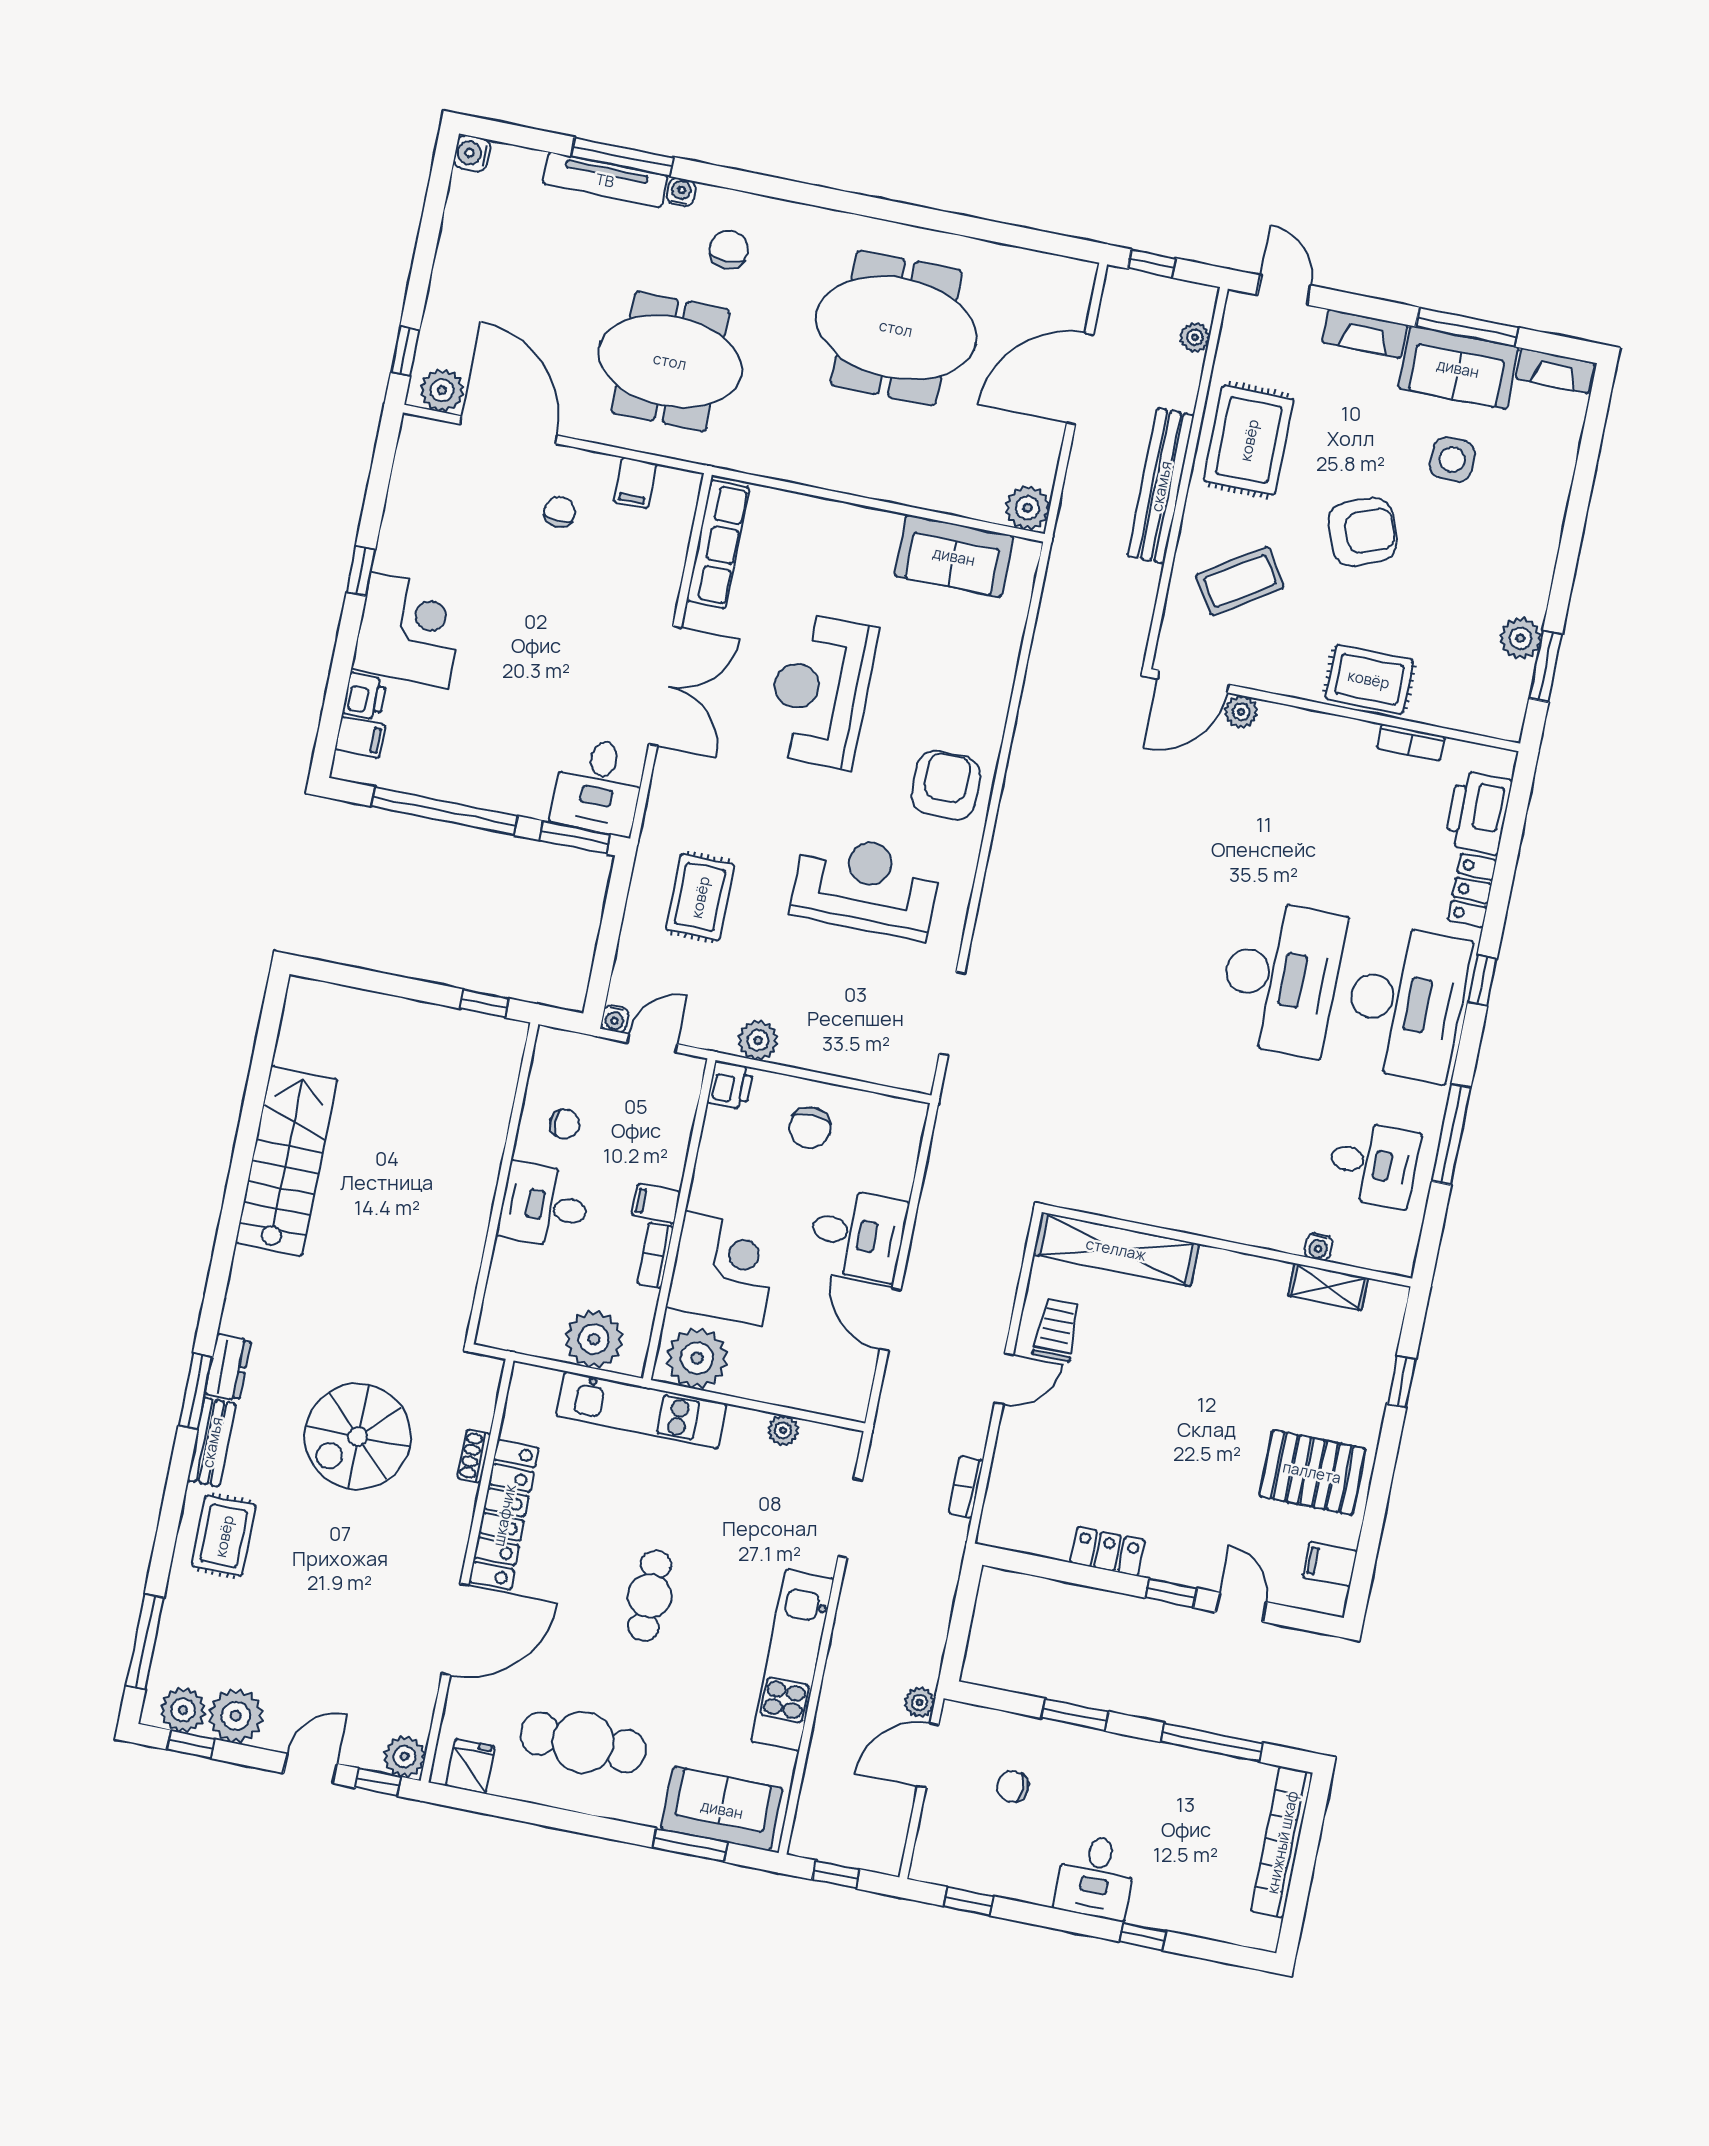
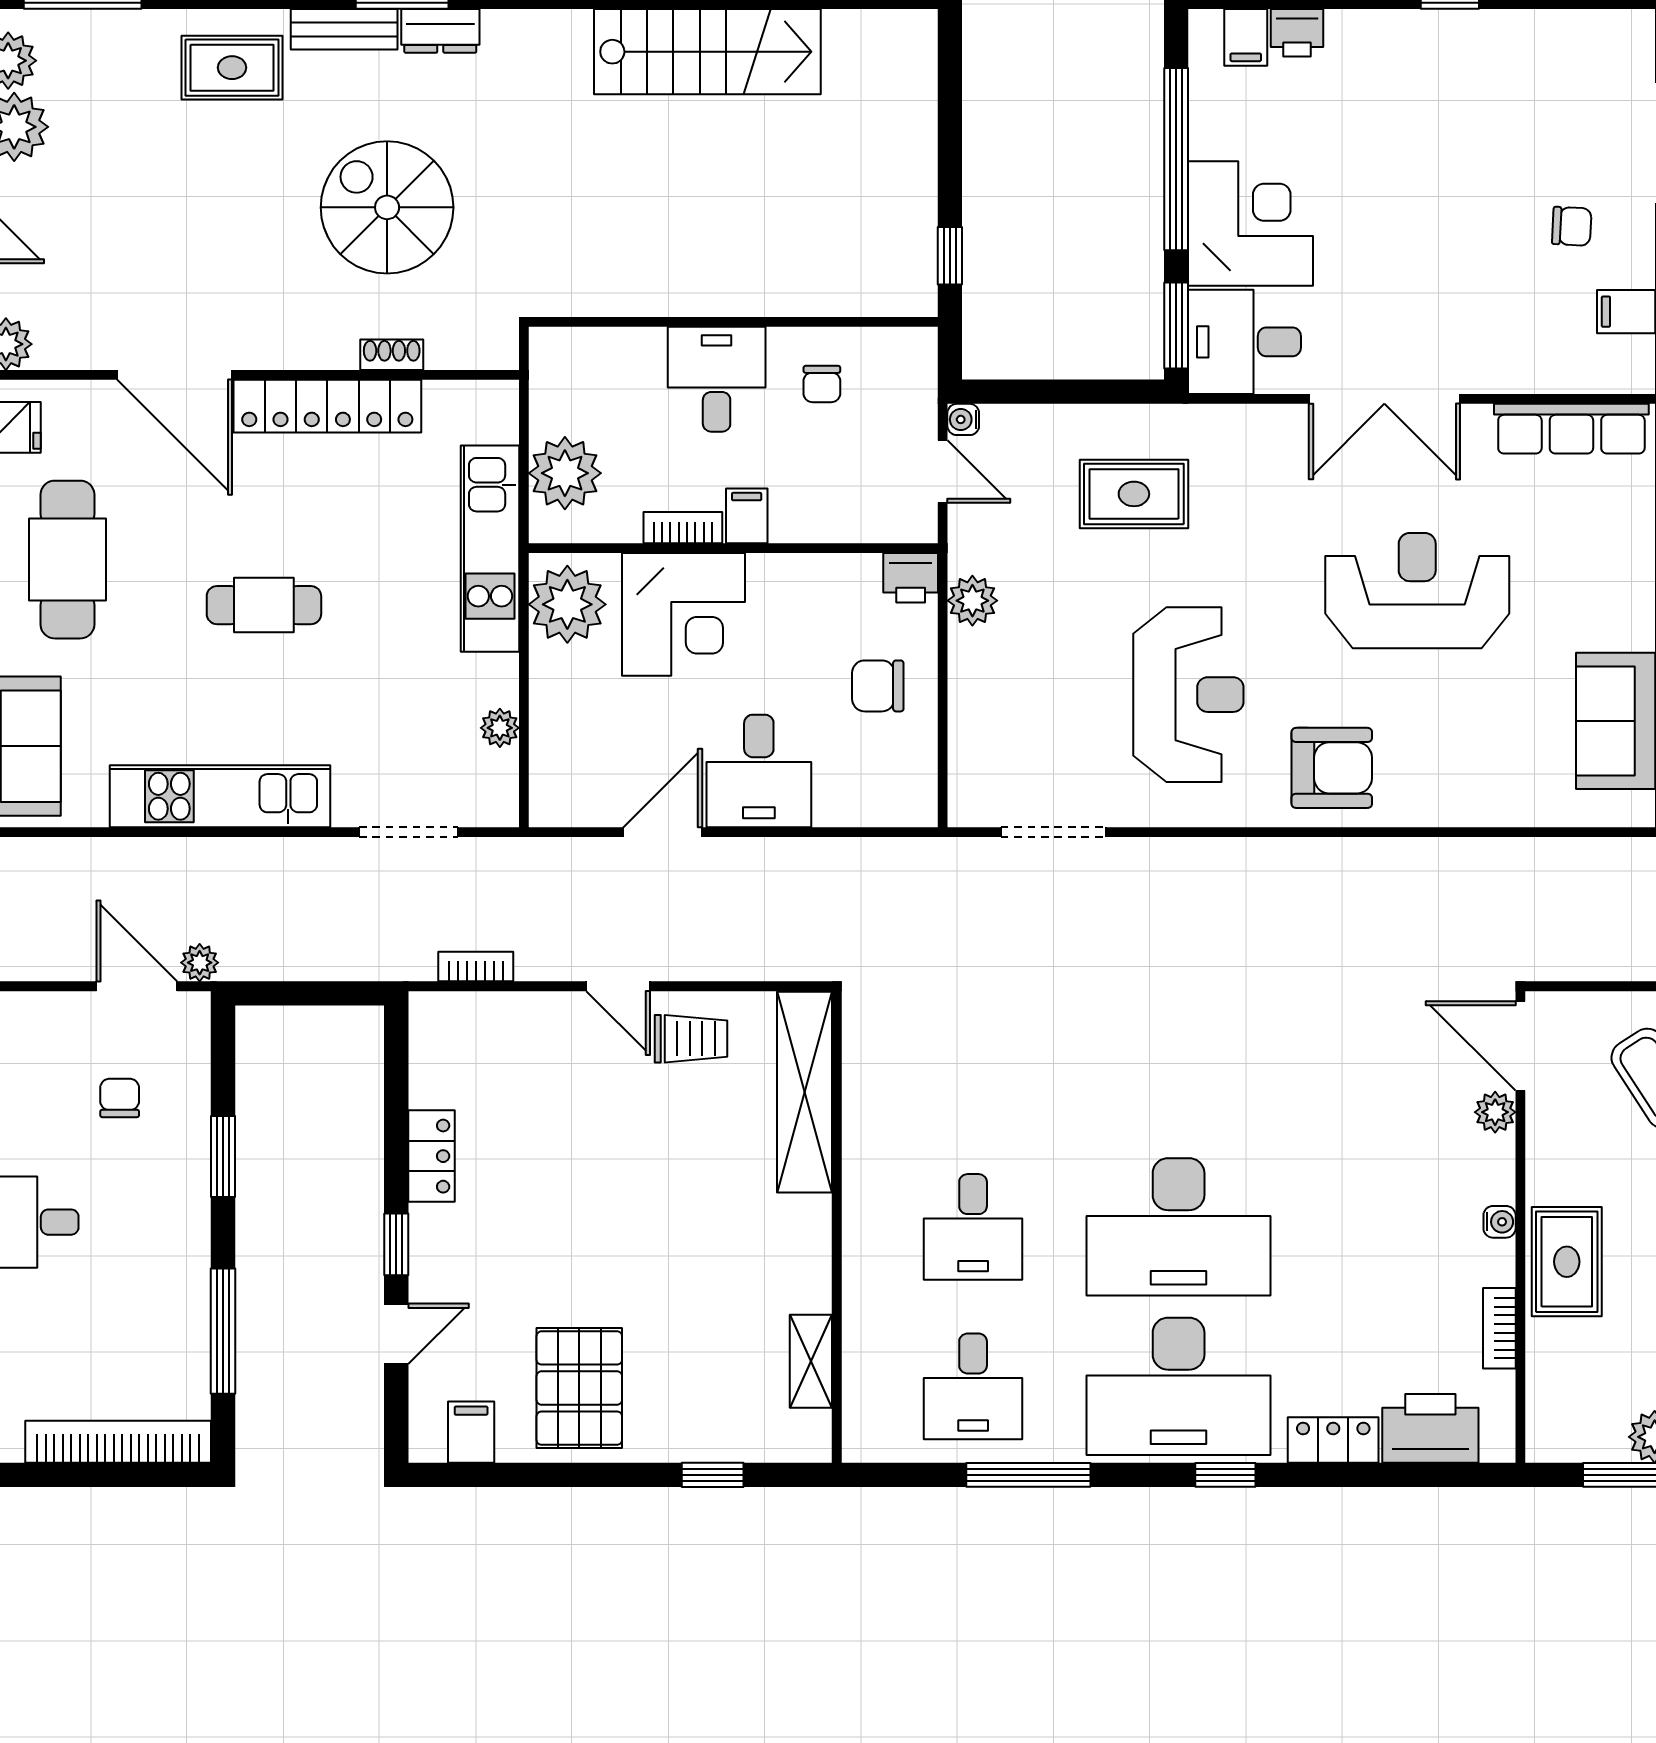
corner desk: (409, 630) -> (1251, 223), moved, turned -90
desk: (1248, 1139) -> (973, 1227), added
water cooler: (1318, 1247) -> (1500, 1222), moved, turned 180

